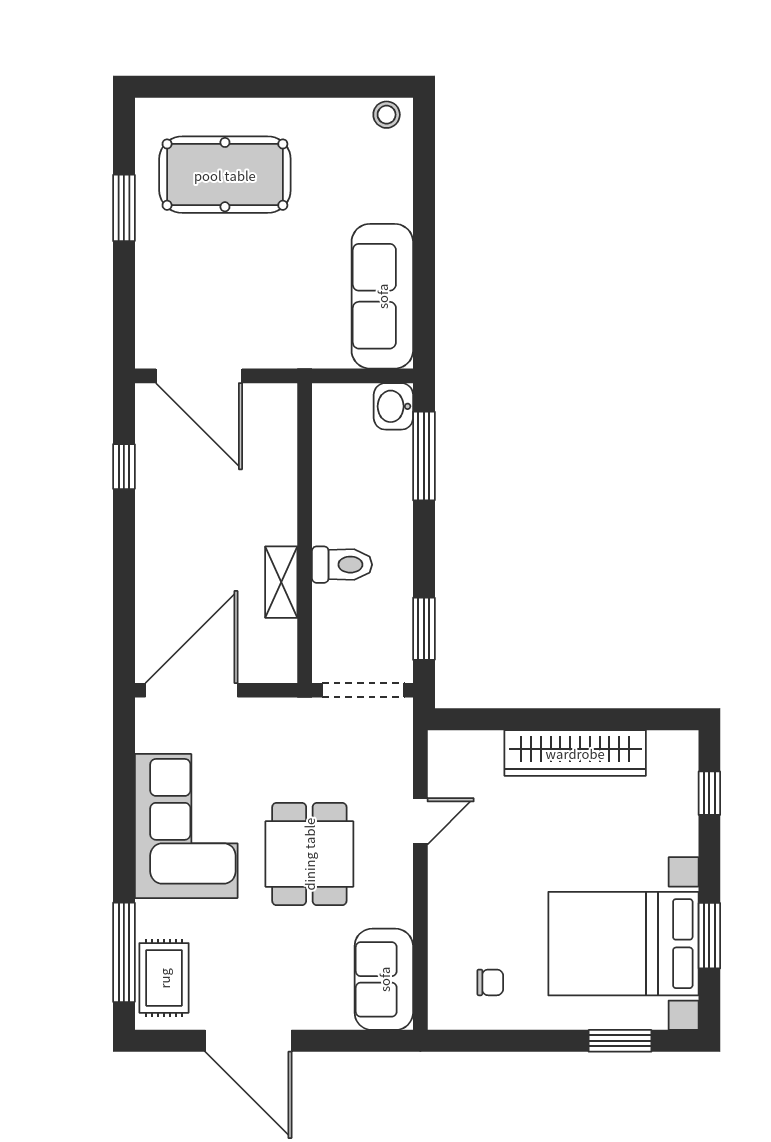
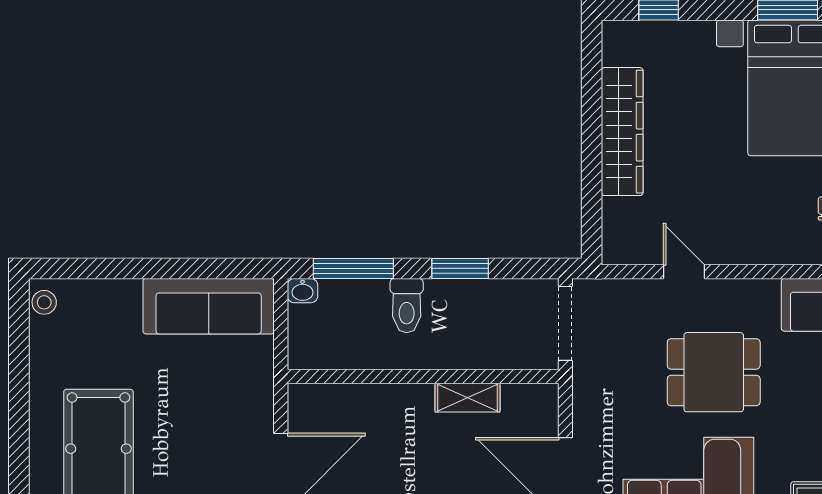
washbasin: (393, 406) -> (302, 291), width x0.72, depth x0.69
toilet: (342, 565) -> (407, 306), moved, turned 180
window: (424, 629) -> (460, 268), moved

